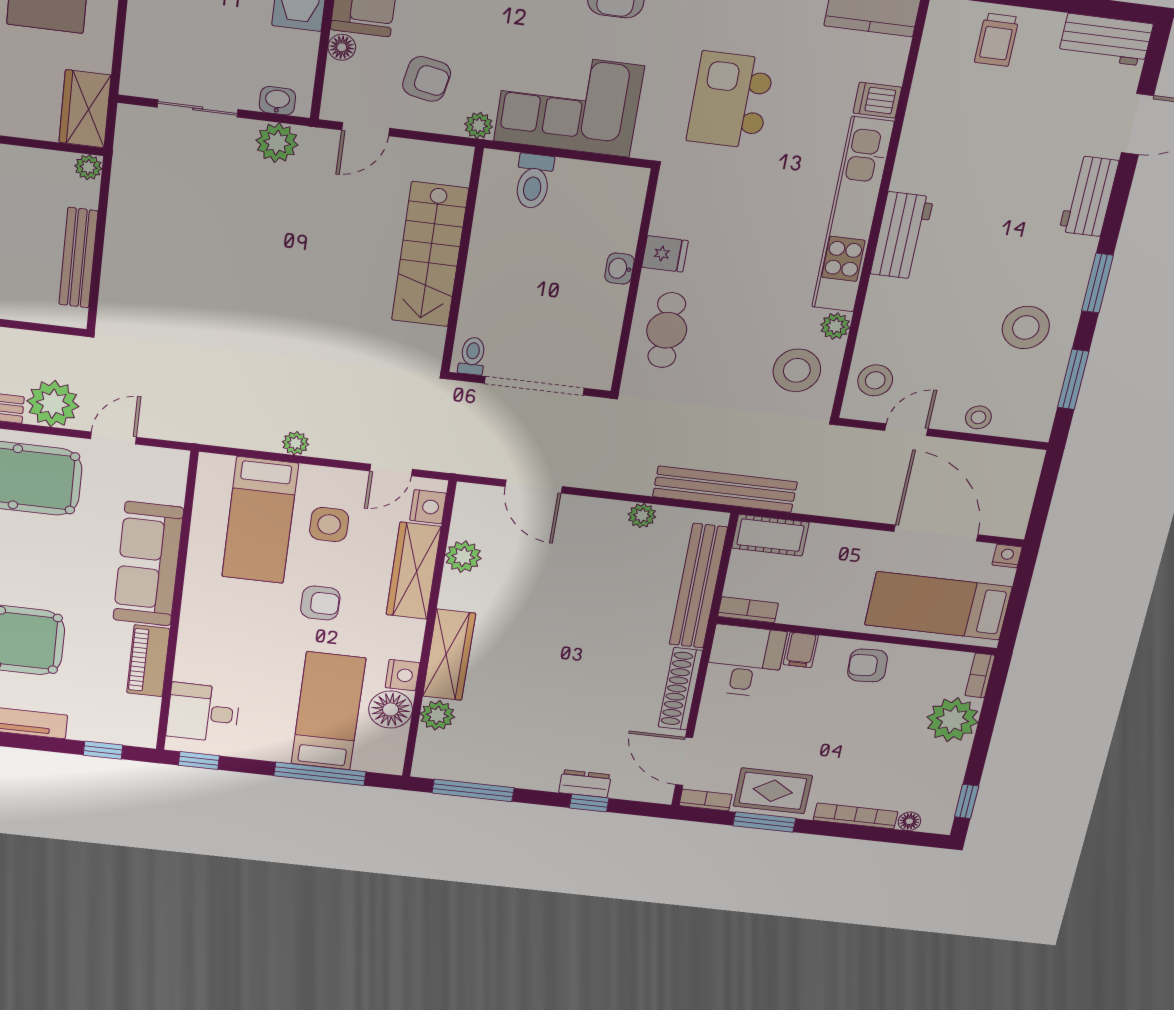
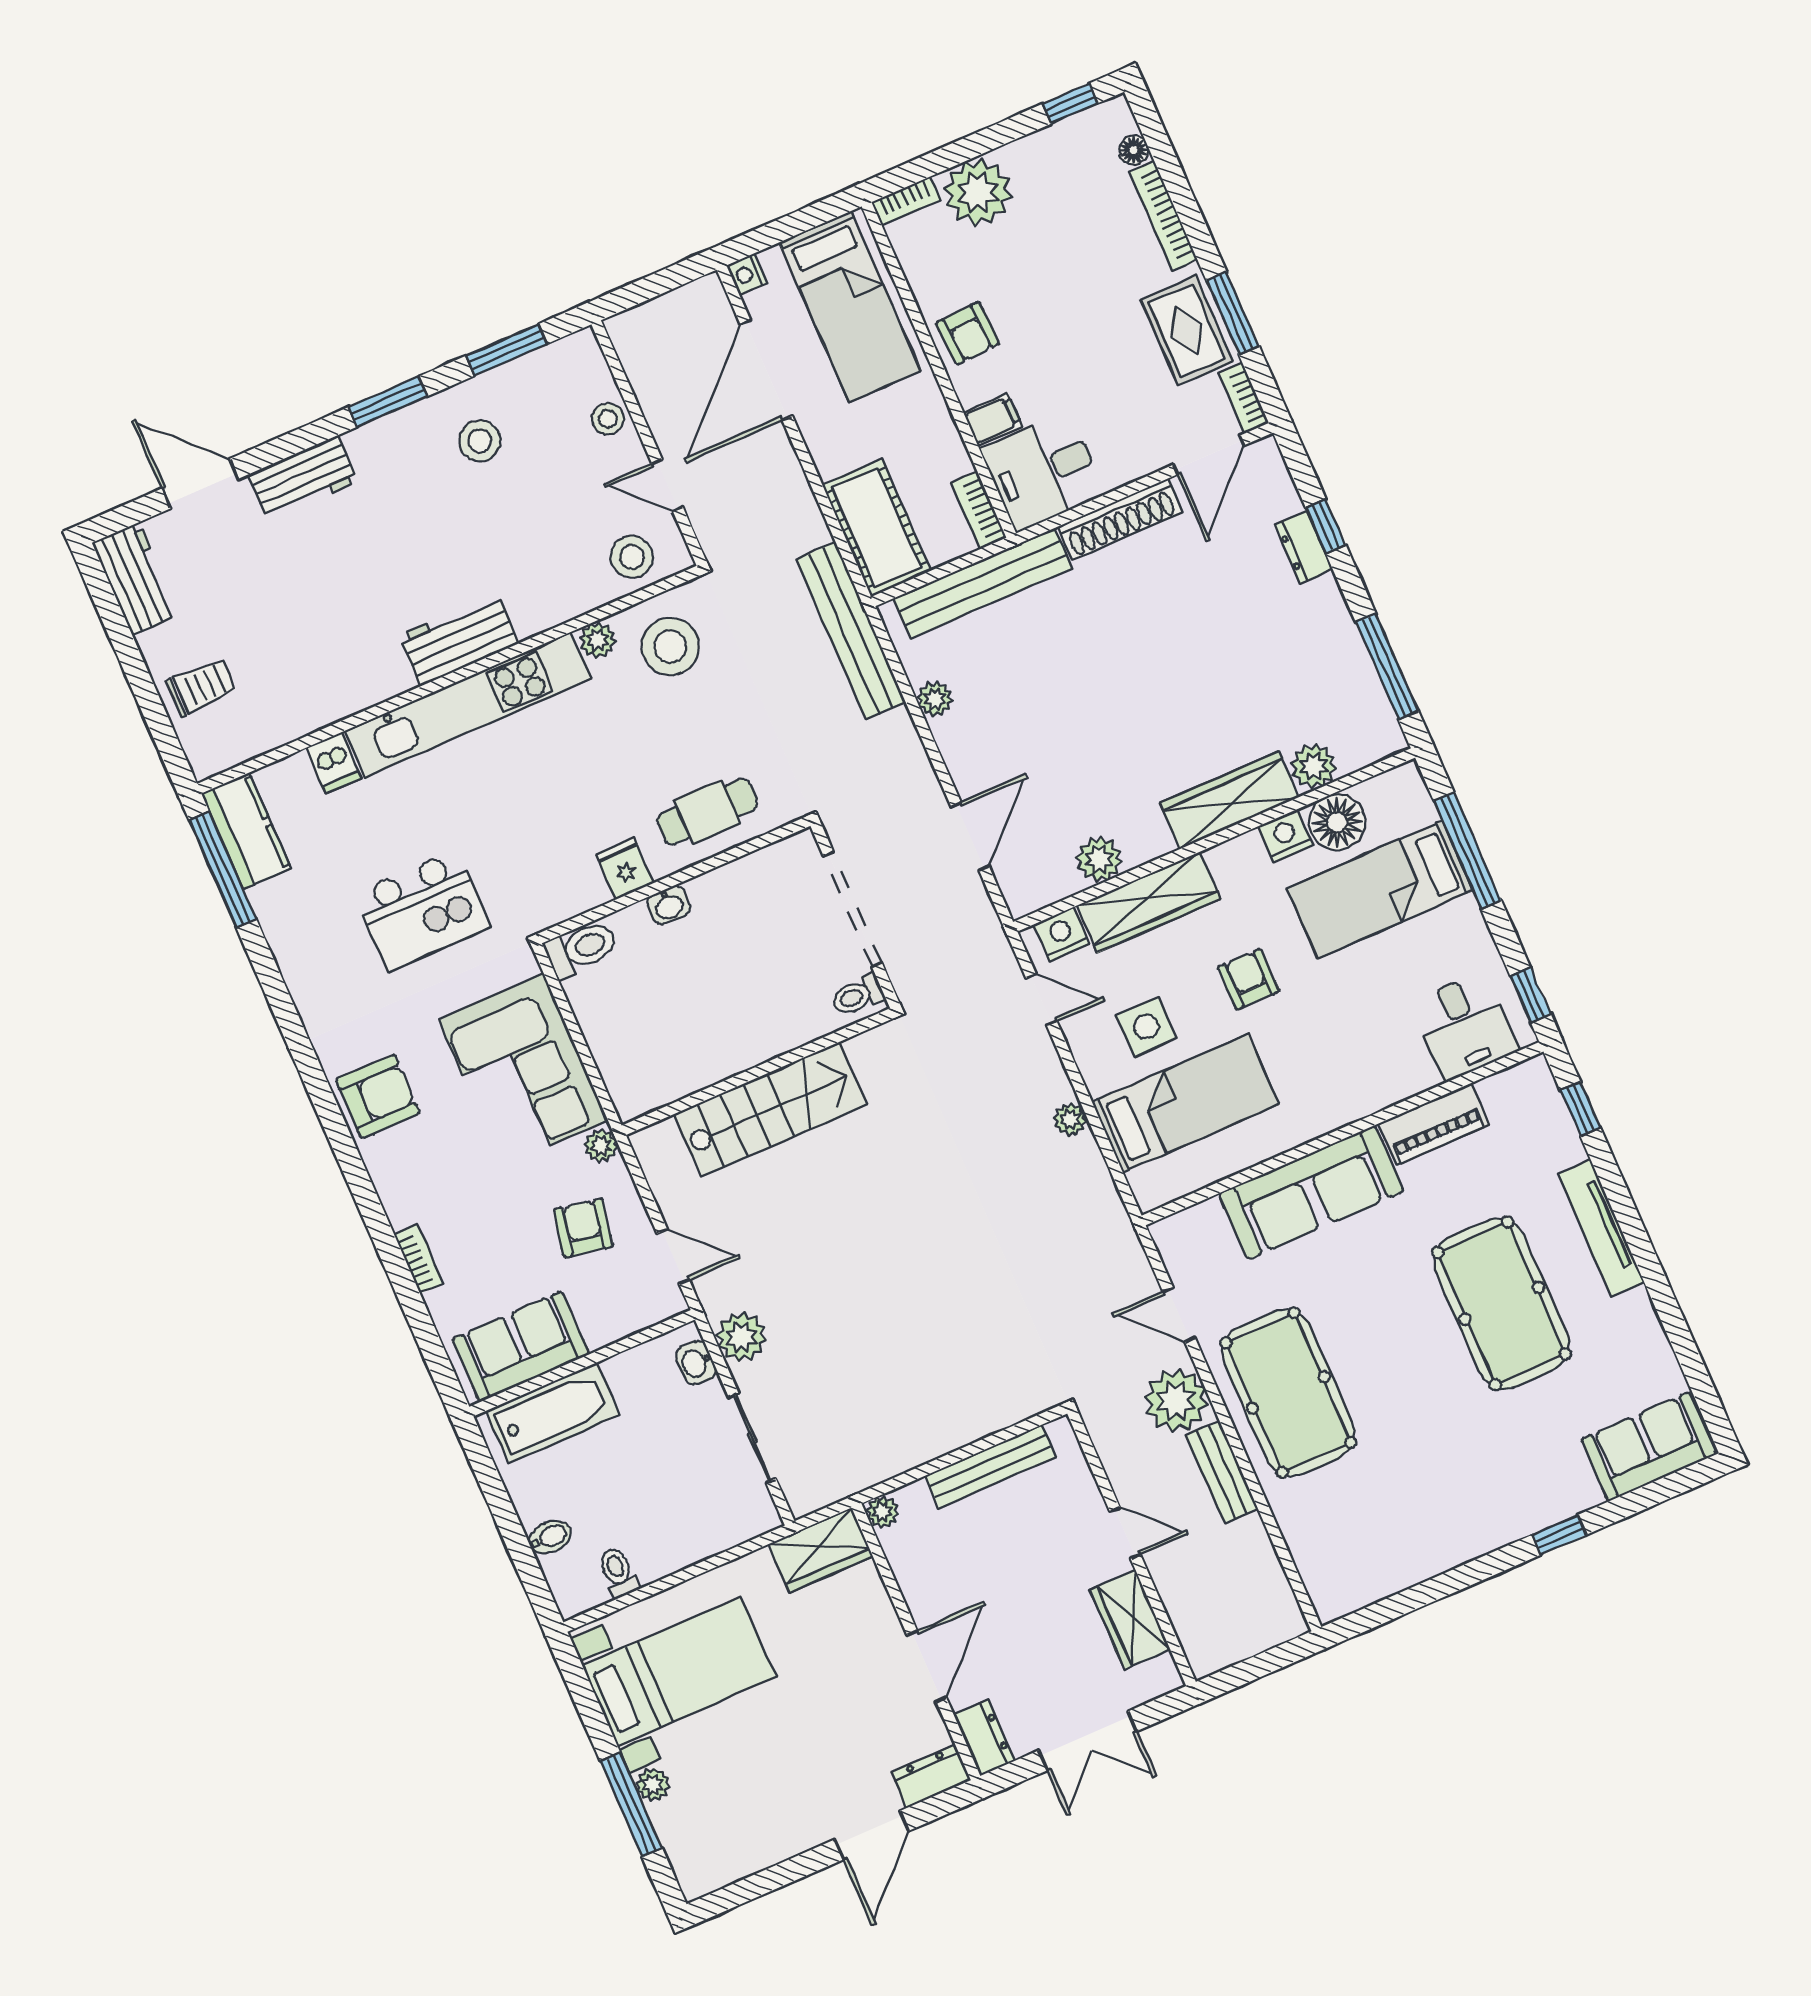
floor lamp: (342, 47) -> (601, 1332), removed
toilet: (533, 181) -> (581, 949), moved
stool: (1026, 327) -> (480, 441), width x0.73, depth x0.73
cot: (770, 535) -> (876, 528), width x1.37, depth x1.34

